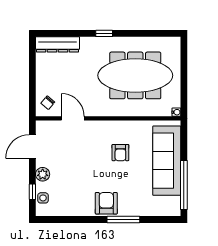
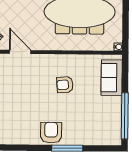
armchair: (120, 153) -> (65, 85), turned 86
sofa: (167, 161) -> (112, 78), width x0.54, depth x0.79

